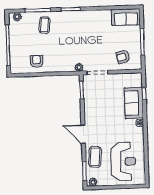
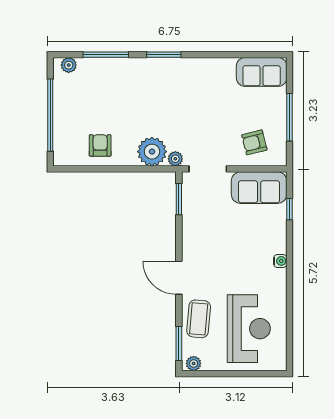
coffee table: (45, 25) -> (117, 82), removed
plant: (66, 64) -> (152, 152), added
sofa: (134, 103) -> (259, 188), moved, turned -90

